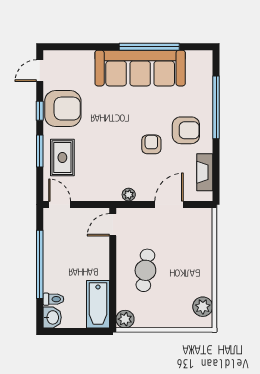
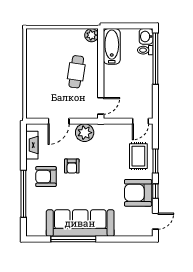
plant: (129, 195) -> (85, 133), width x1.88, depth x1.88
door: (60, 204) -> (140, 121), hinge flipped
window: (40, 264) -> (155, 59), moved
plant: (203, 307) -> (33, 45), removed

